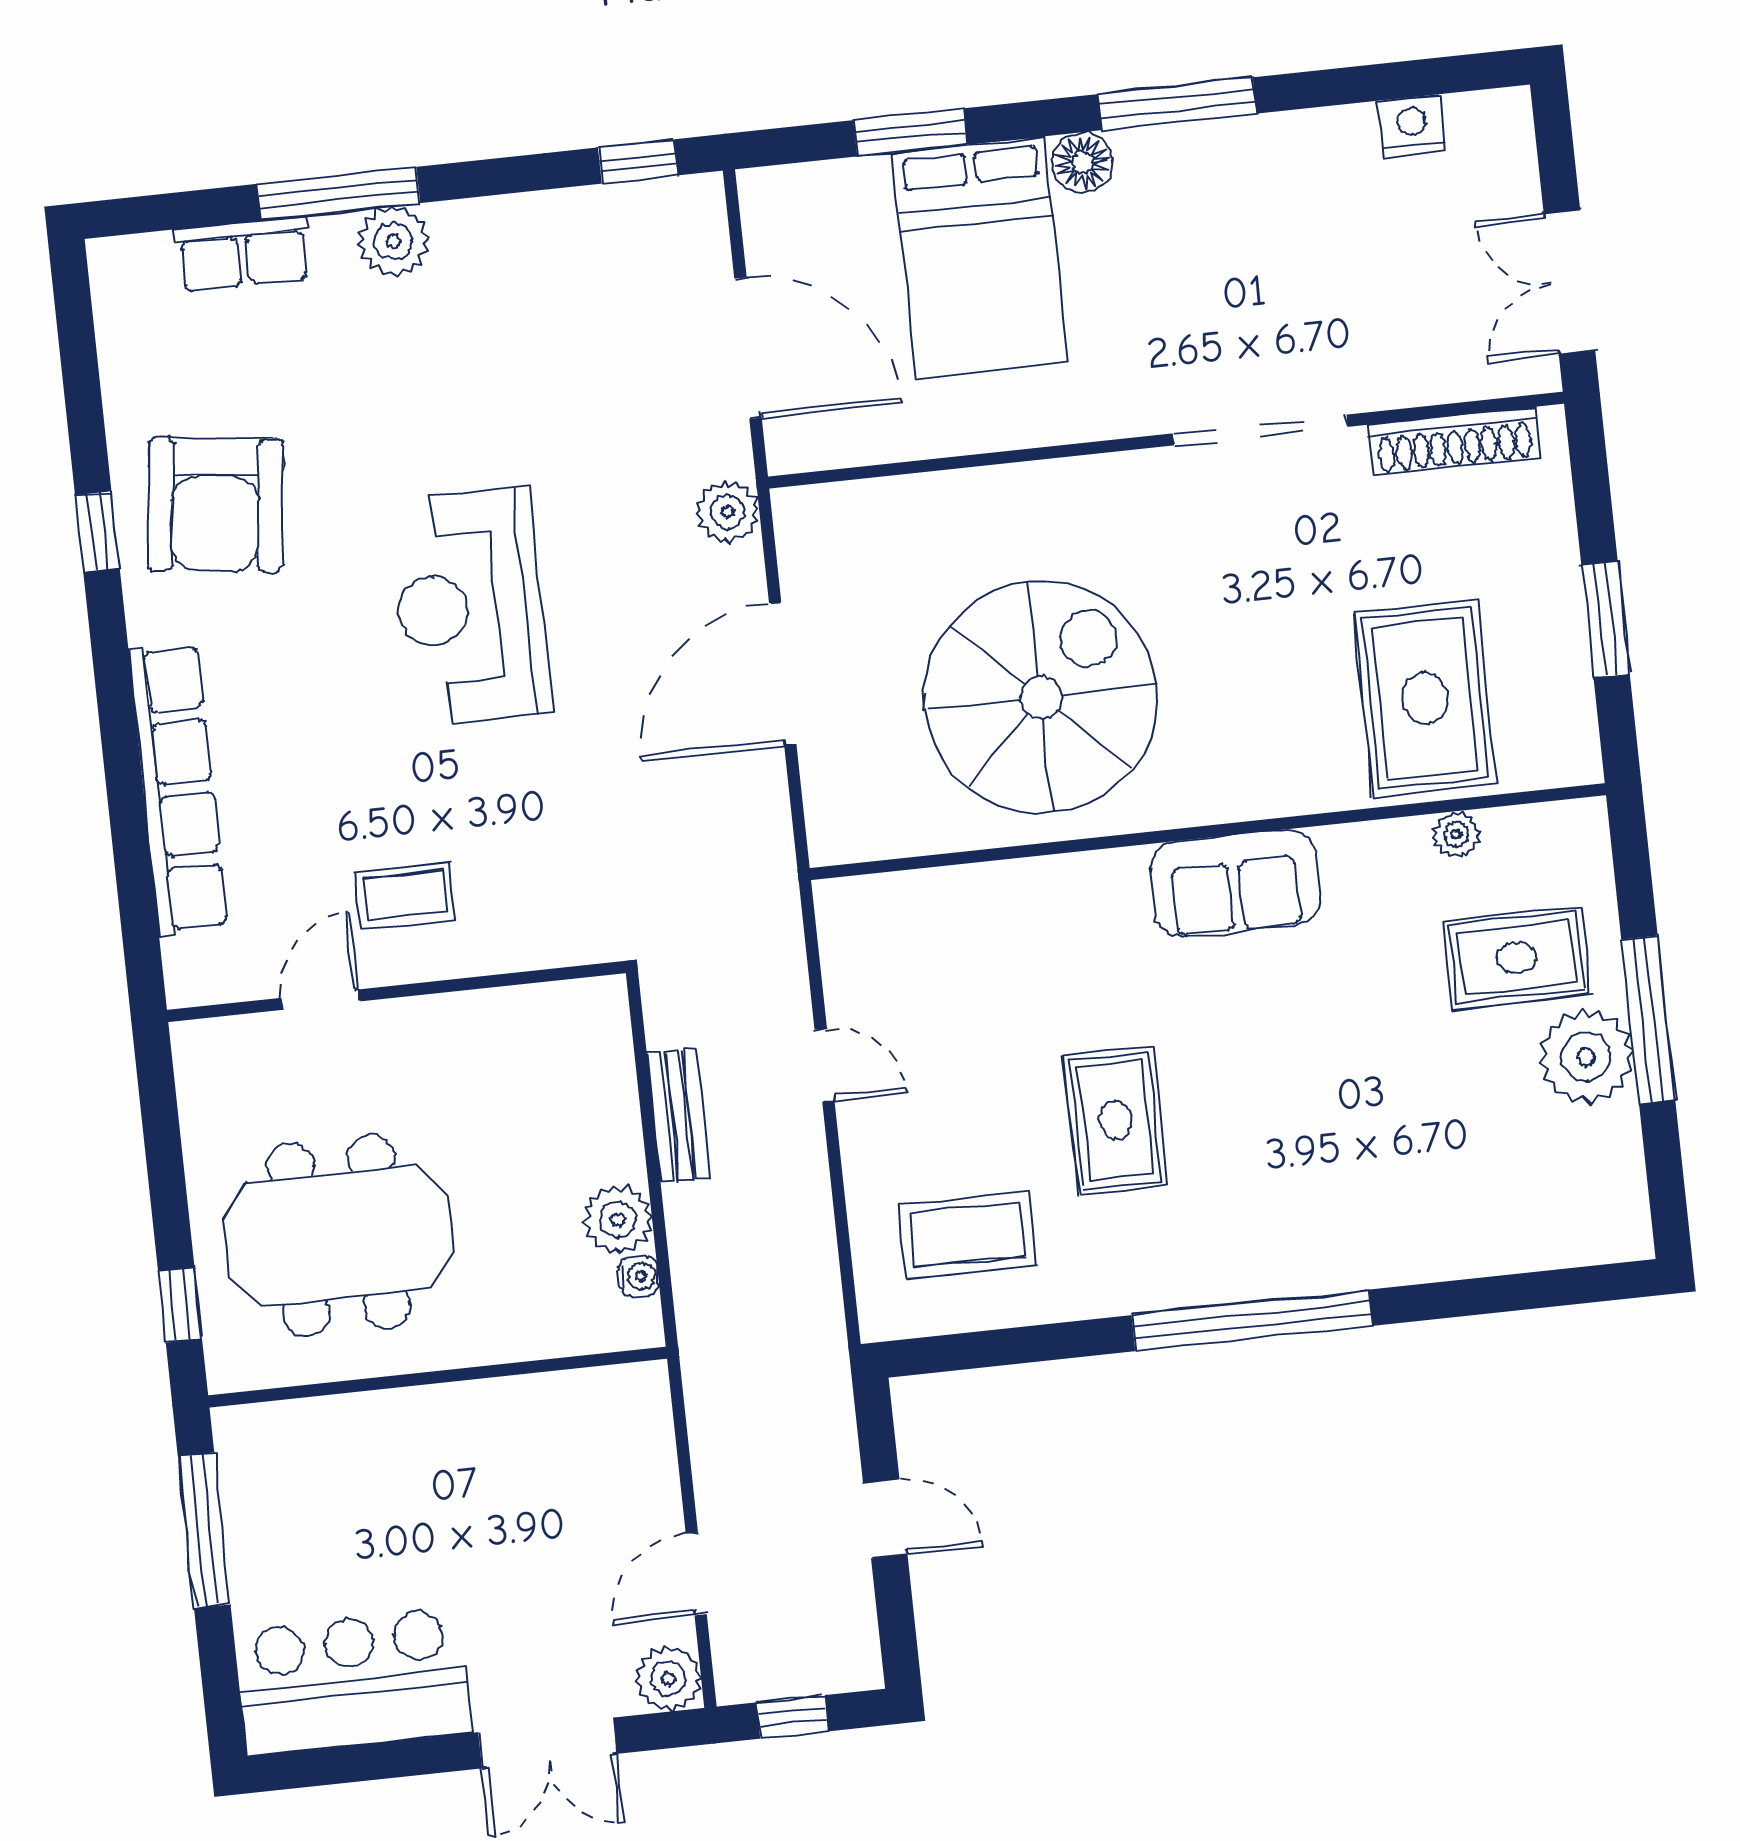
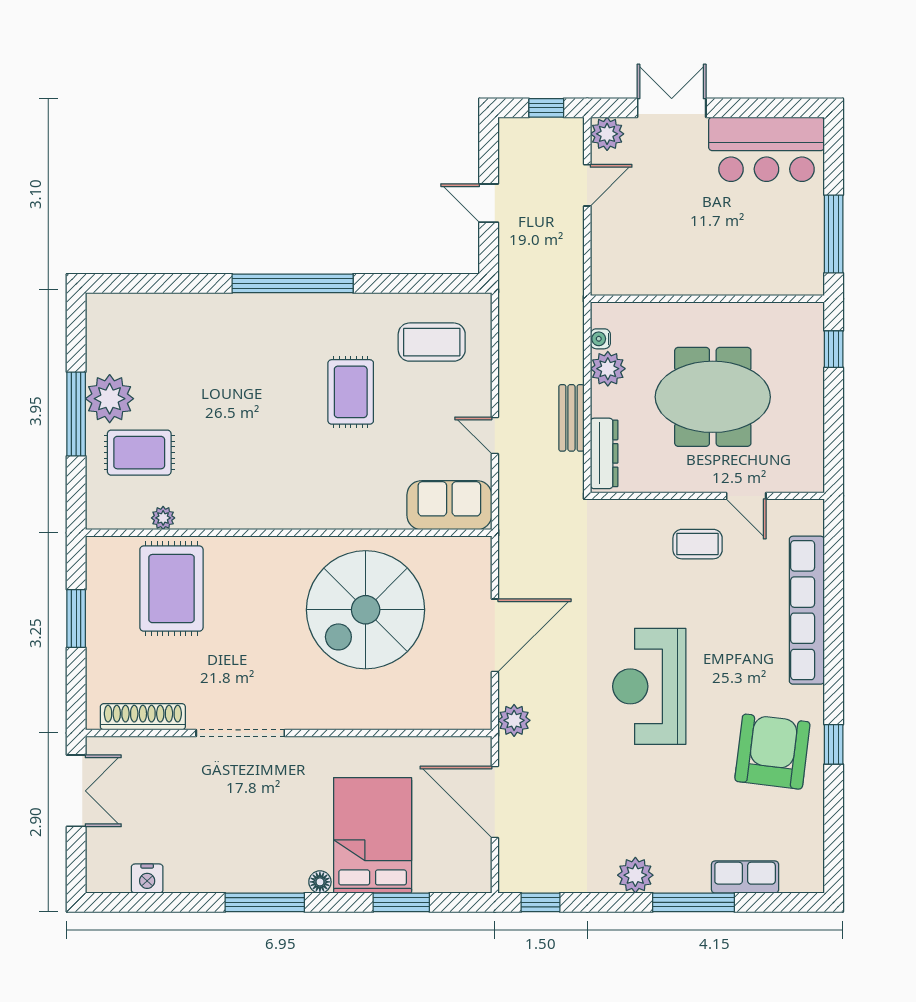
floor lamp: (1082, 162) -> (320, 882), width x0.73, depth x0.73
plant: (393, 241) -> (635, 875), moved
reception desk: (470, 607) -> (649, 686), turned 180
sofa: (1235, 883) -> (449, 505), moved
door: (321, 1000) -> (746, 496), hinge flipped
dresser: (607, 1053) -> (604, 453), added
meeting table: (339, 1236) -> (713, 397), moved

